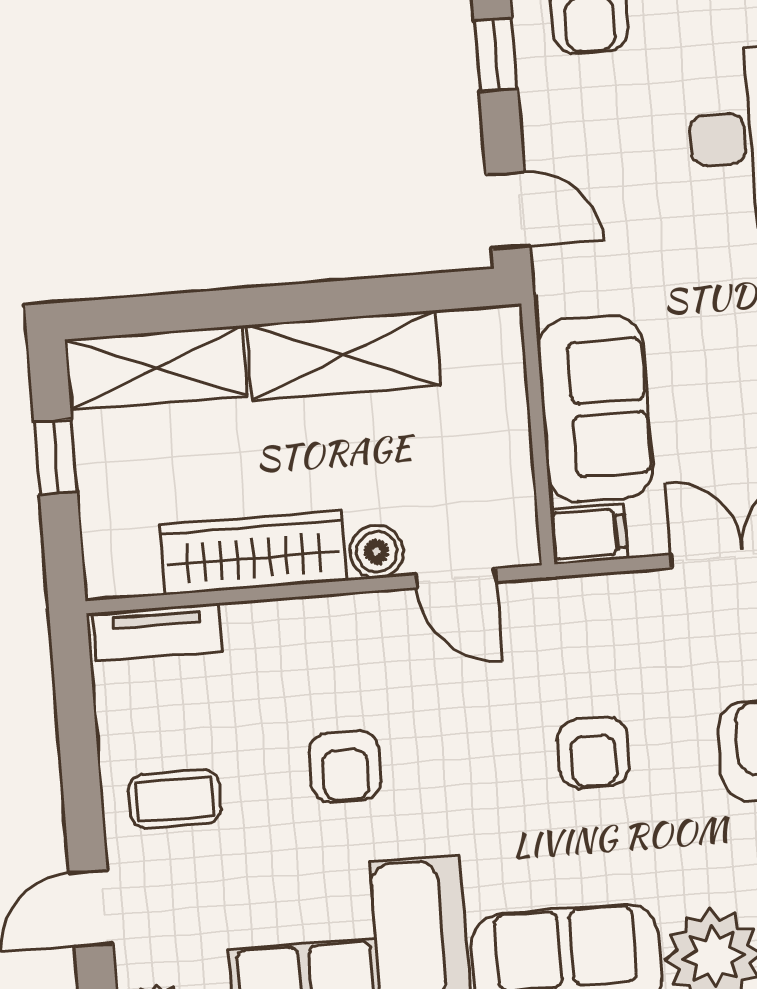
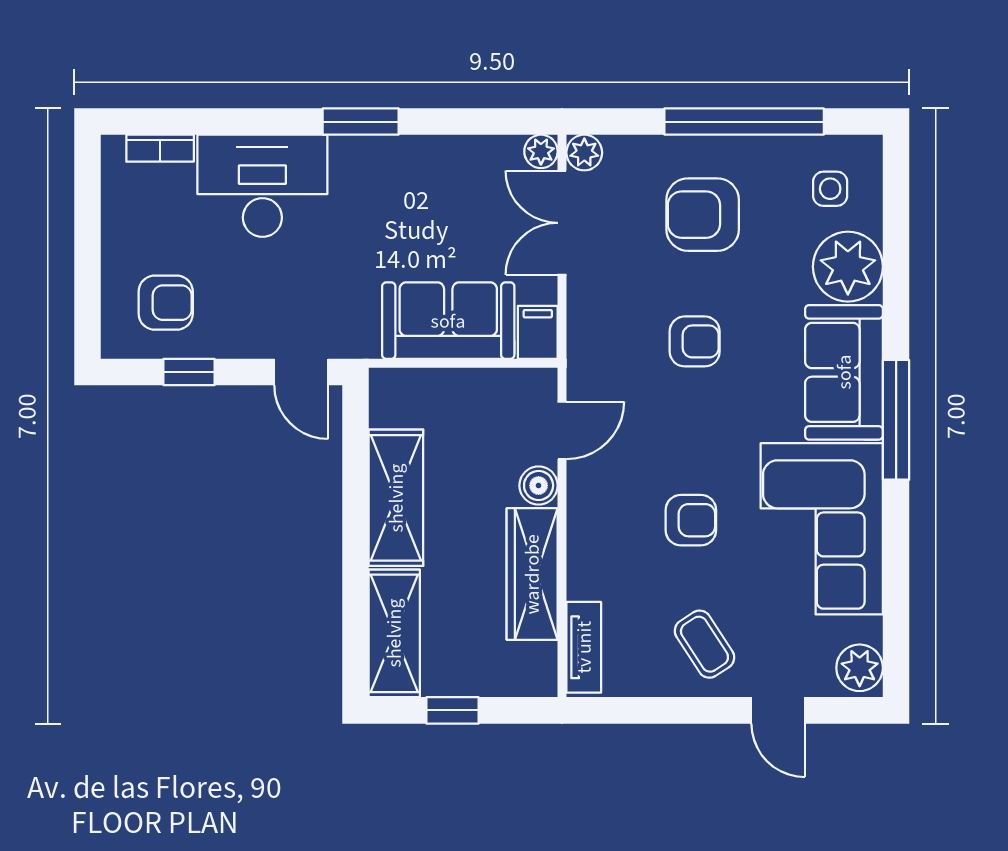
door: (508, 210) -> (301, 372), swing flipped
coffee table: (175, 799) -> (704, 644), turned -33

